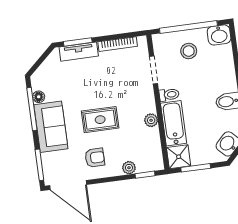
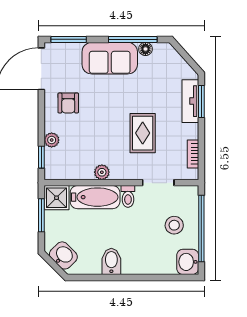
bookcase: (118, 44) -> (193, 154), width x0.64
rug: (100, 120) -> (143, 133), moved

